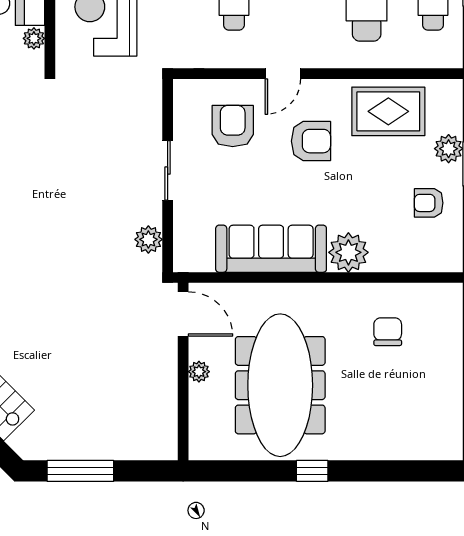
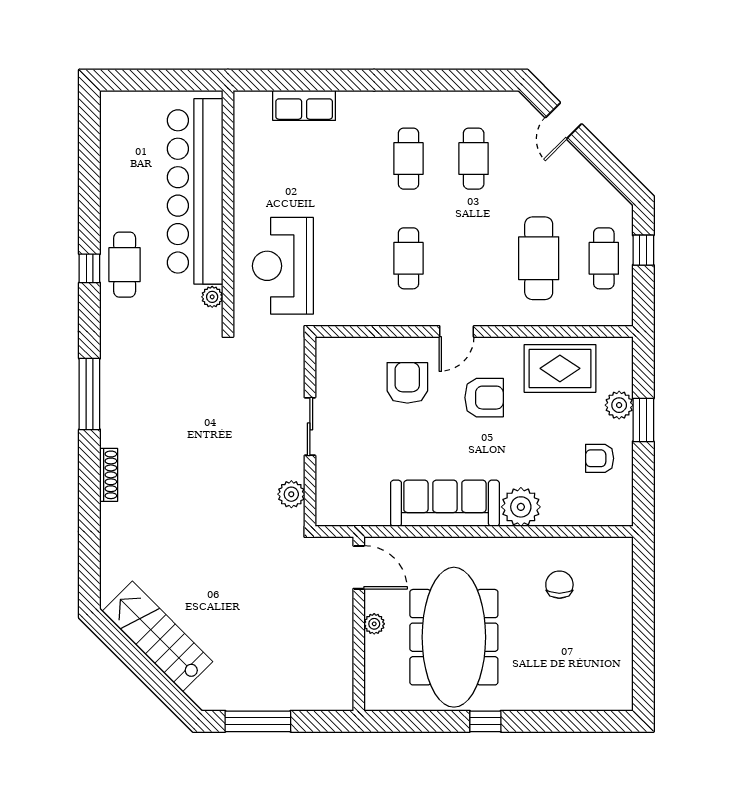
sliding door: (168, 170) -> (310, 426), moved
wall: (168, 176) -> (310, 432), moved
plant: (148, 239) -> (291, 494), moved

